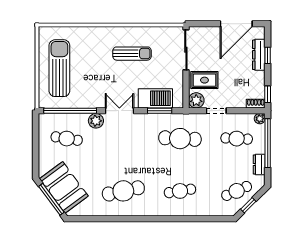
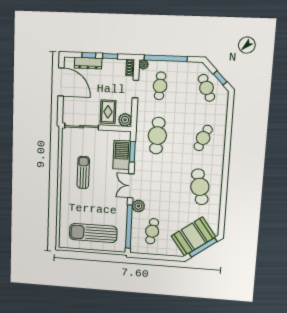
window: (268, 94) -> (110, 56), moved
doorway: (216, 111) -> (135, 89), moved
dresser: (259, 164) -> (184, 67), removed
cafe table: (180, 191) -> (203, 138), turned 33

